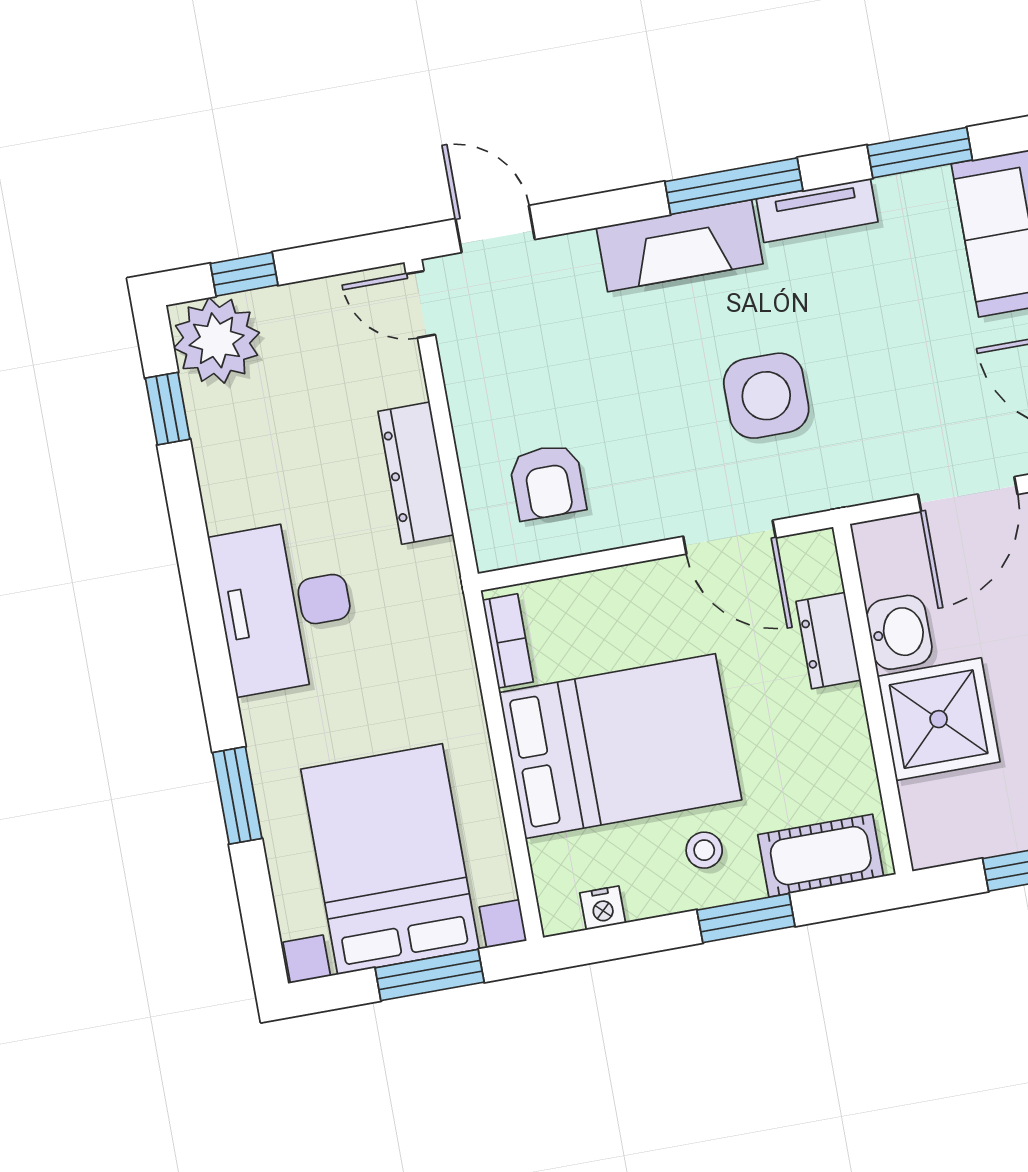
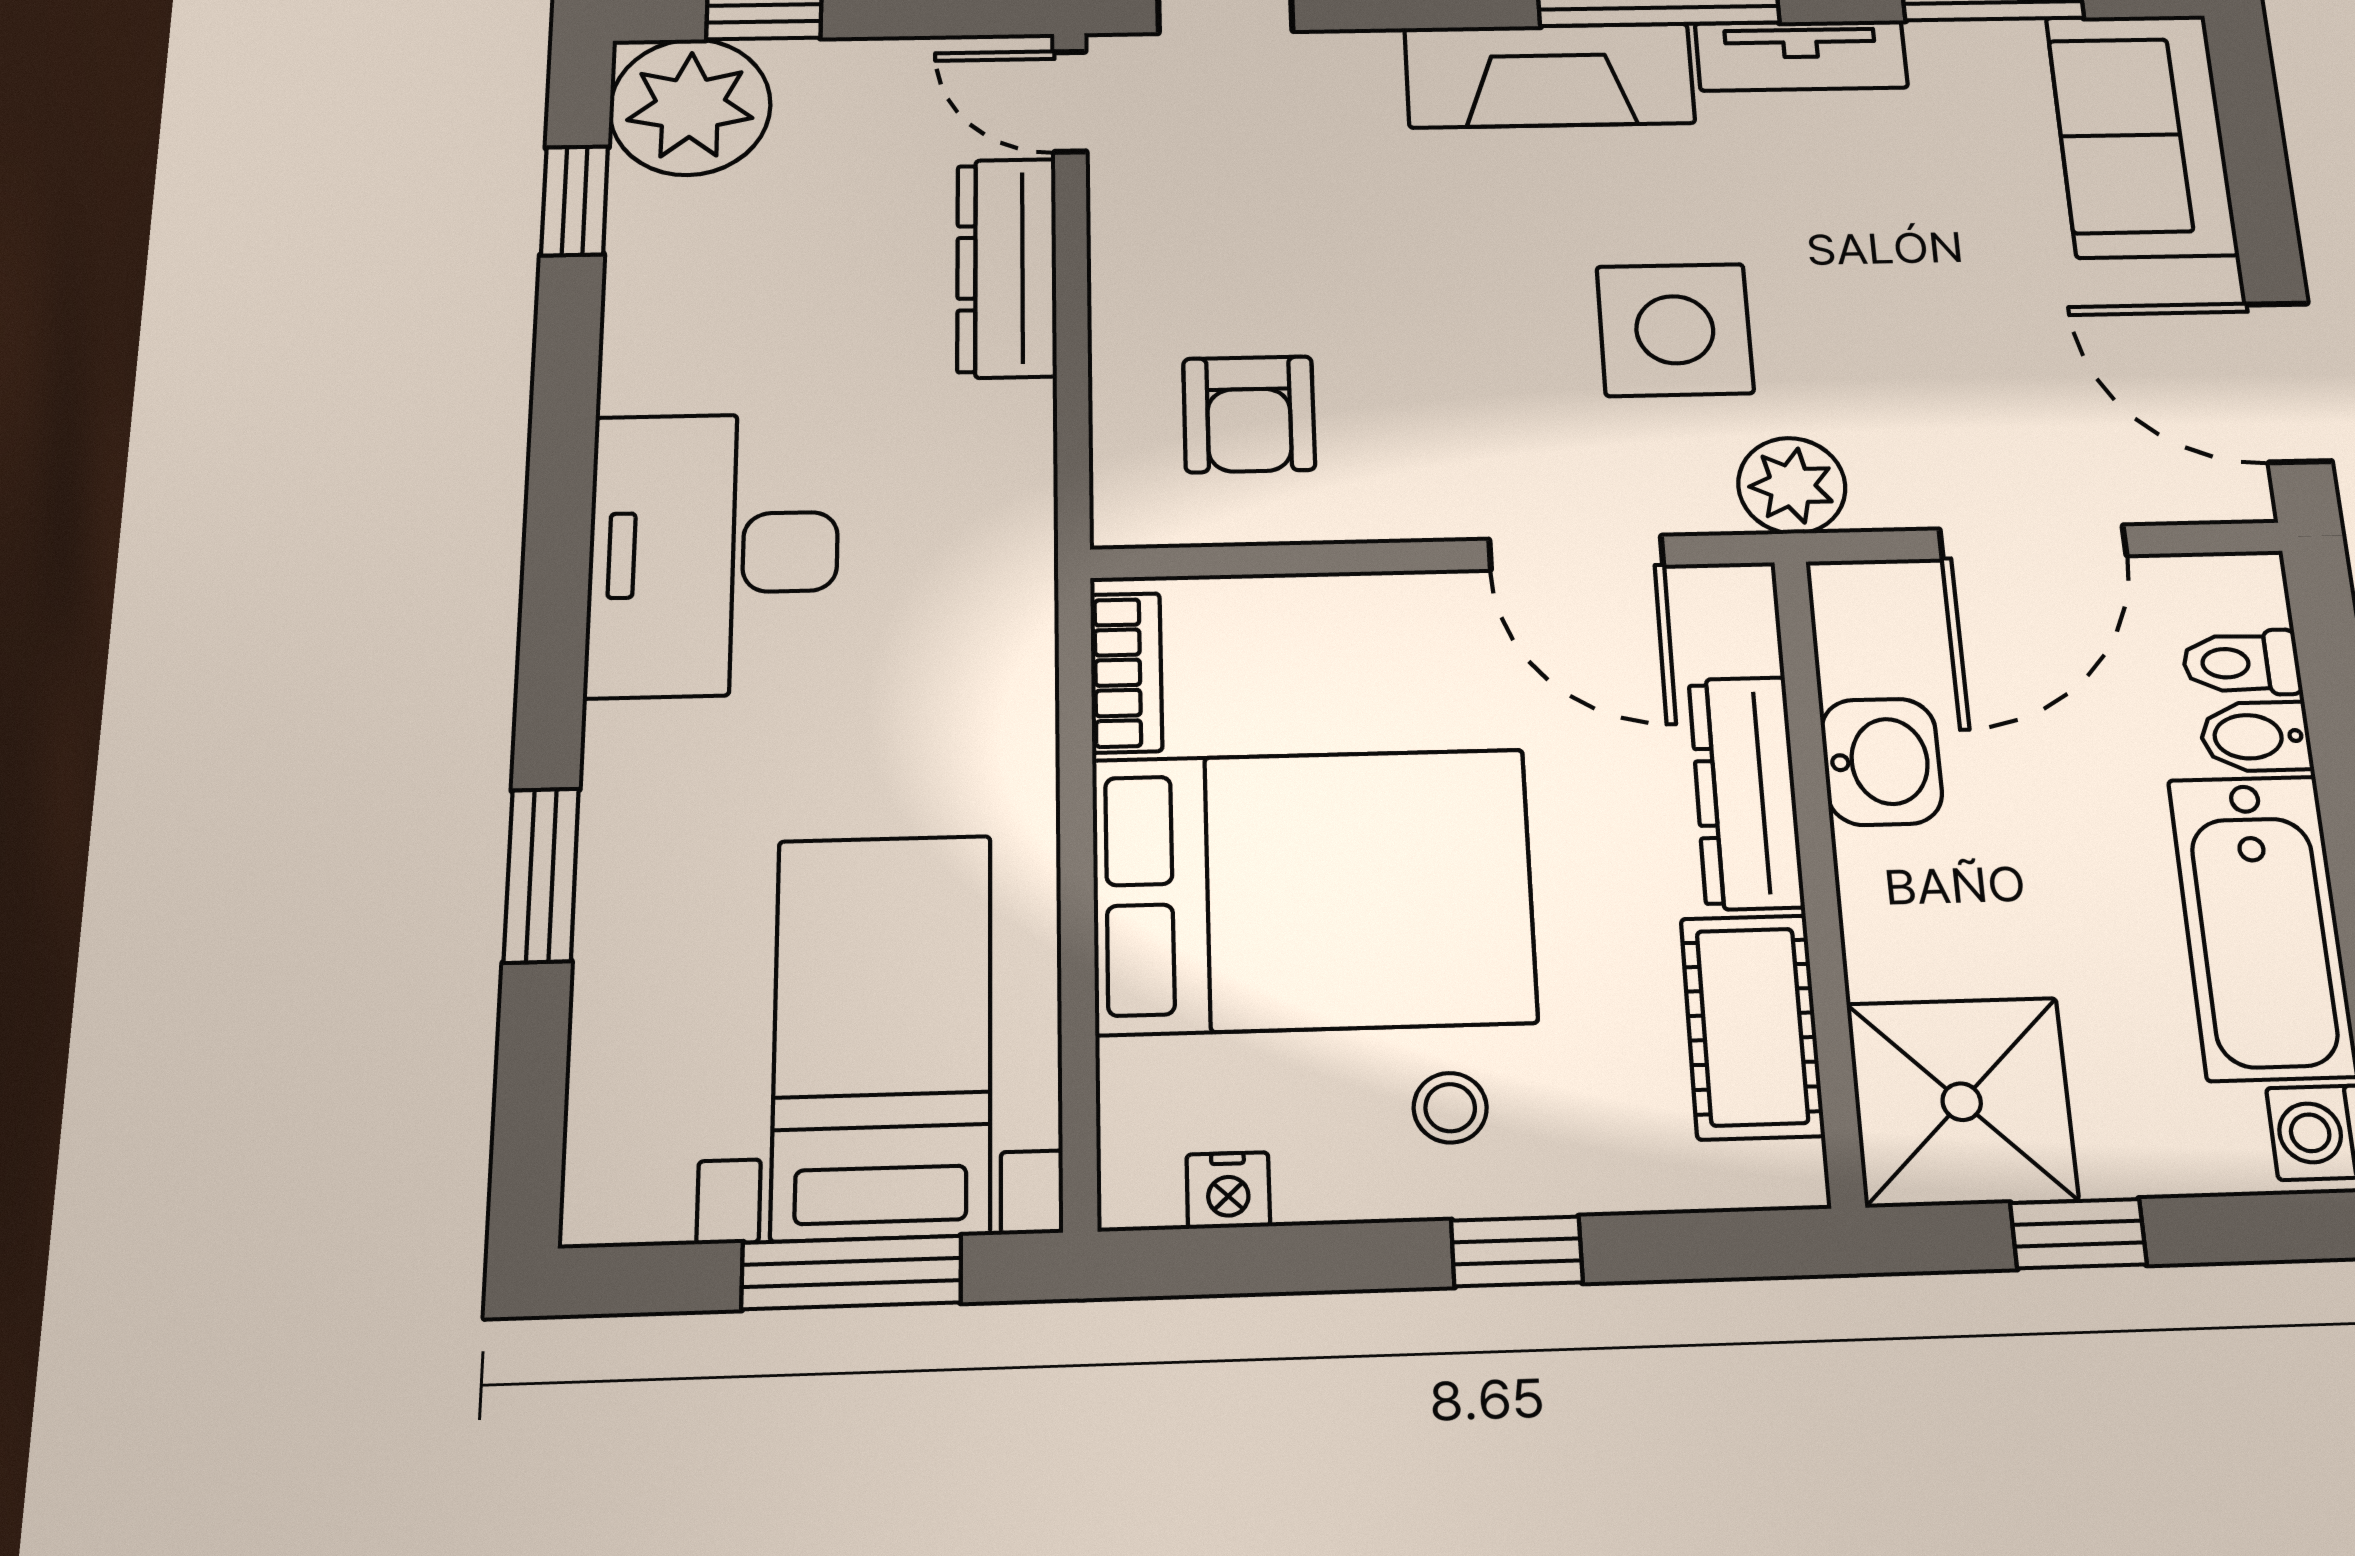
dresser: (416, 473) -> (1007, 267), moved
plant: (838, 480) -> (1792, 486), added
dresser: (828, 641) -> (1746, 792), width x1.44
shower: (939, 719) -> (1962, 1102), moved
cot: (821, 856) -> (1752, 1026), moved, turned 90
bed with nightstands: (390, 859) -> (882, 1035), width x0.73
window: (746, 918) -> (1517, 1251), width x0.67

